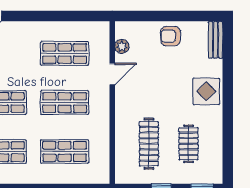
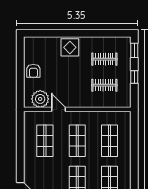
bench: (216, 40) -> (36, 41), removed
plant: (122, 46) -> (40, 99), width x1.88, depth x1.88
clothes rail: (149, 144) -> (104, 85), width x0.73

